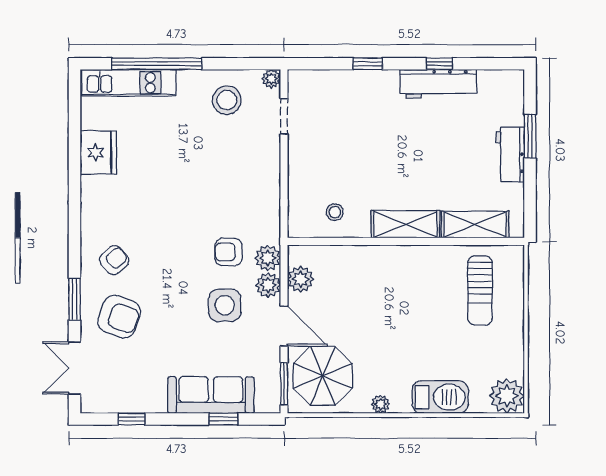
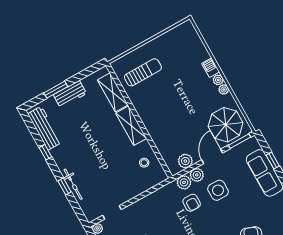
bicycle: (364, 79) -> (73, 184), added
workbench: (438, 84) -> (45, 128), moved
plant: (507, 396) -> (218, 80), moved, width x0.53, depth x0.53
barbecue: (440, 397) -> (211, 68), width x0.53, depth x0.65

